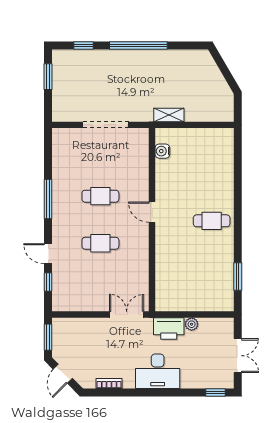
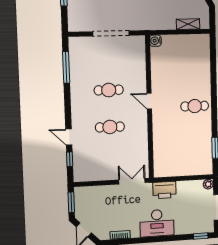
shelving: (169, 115) -> (188, 24), moved
water cooler: (162, 151) -> (155, 41), moved
window: (48, 199) -> (66, 67), moved
plant: (192, 324) -> (208, 184), moved

